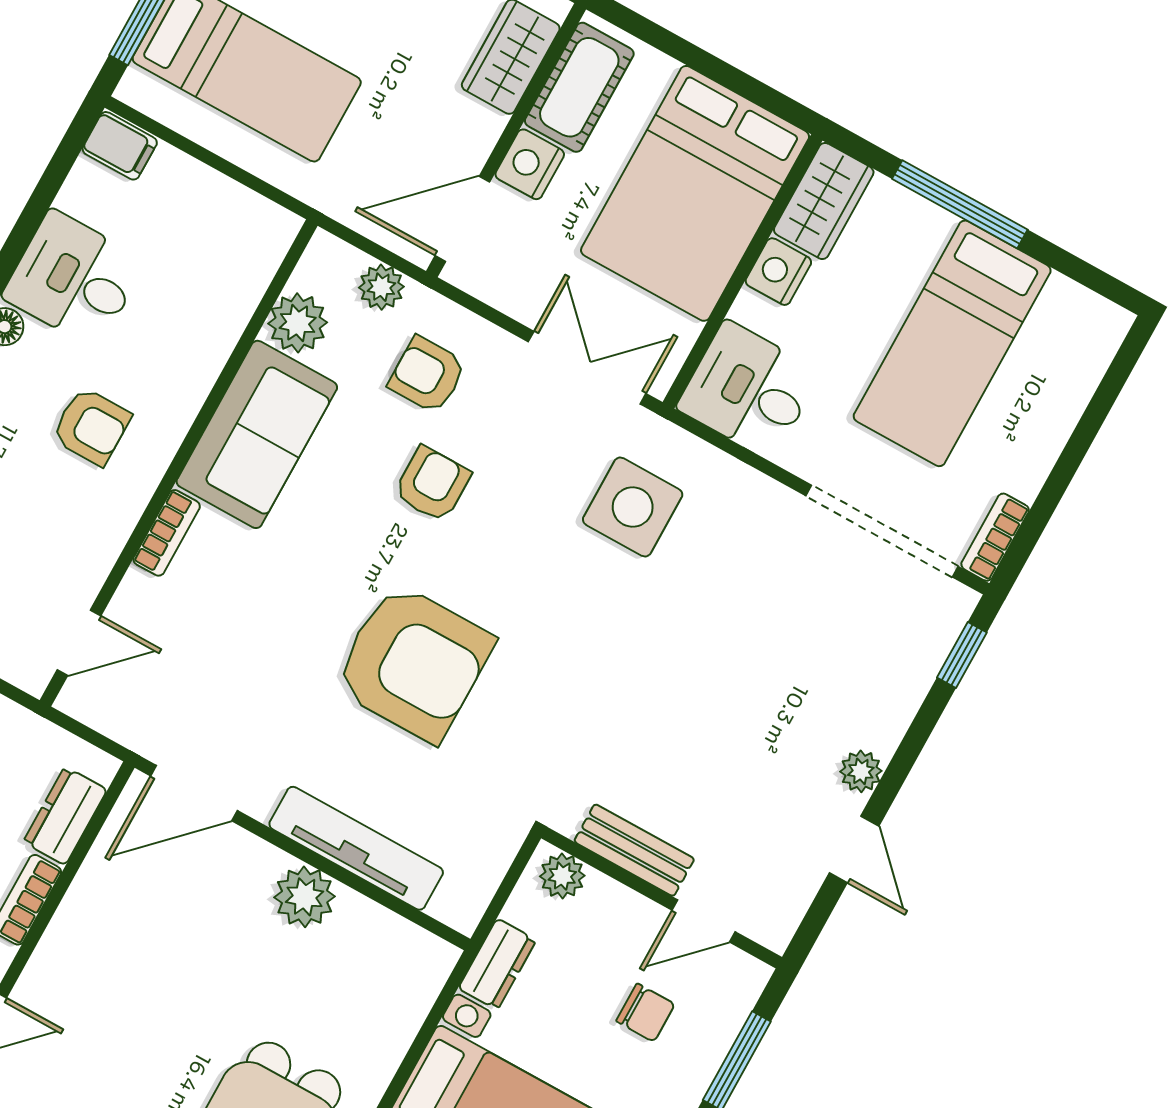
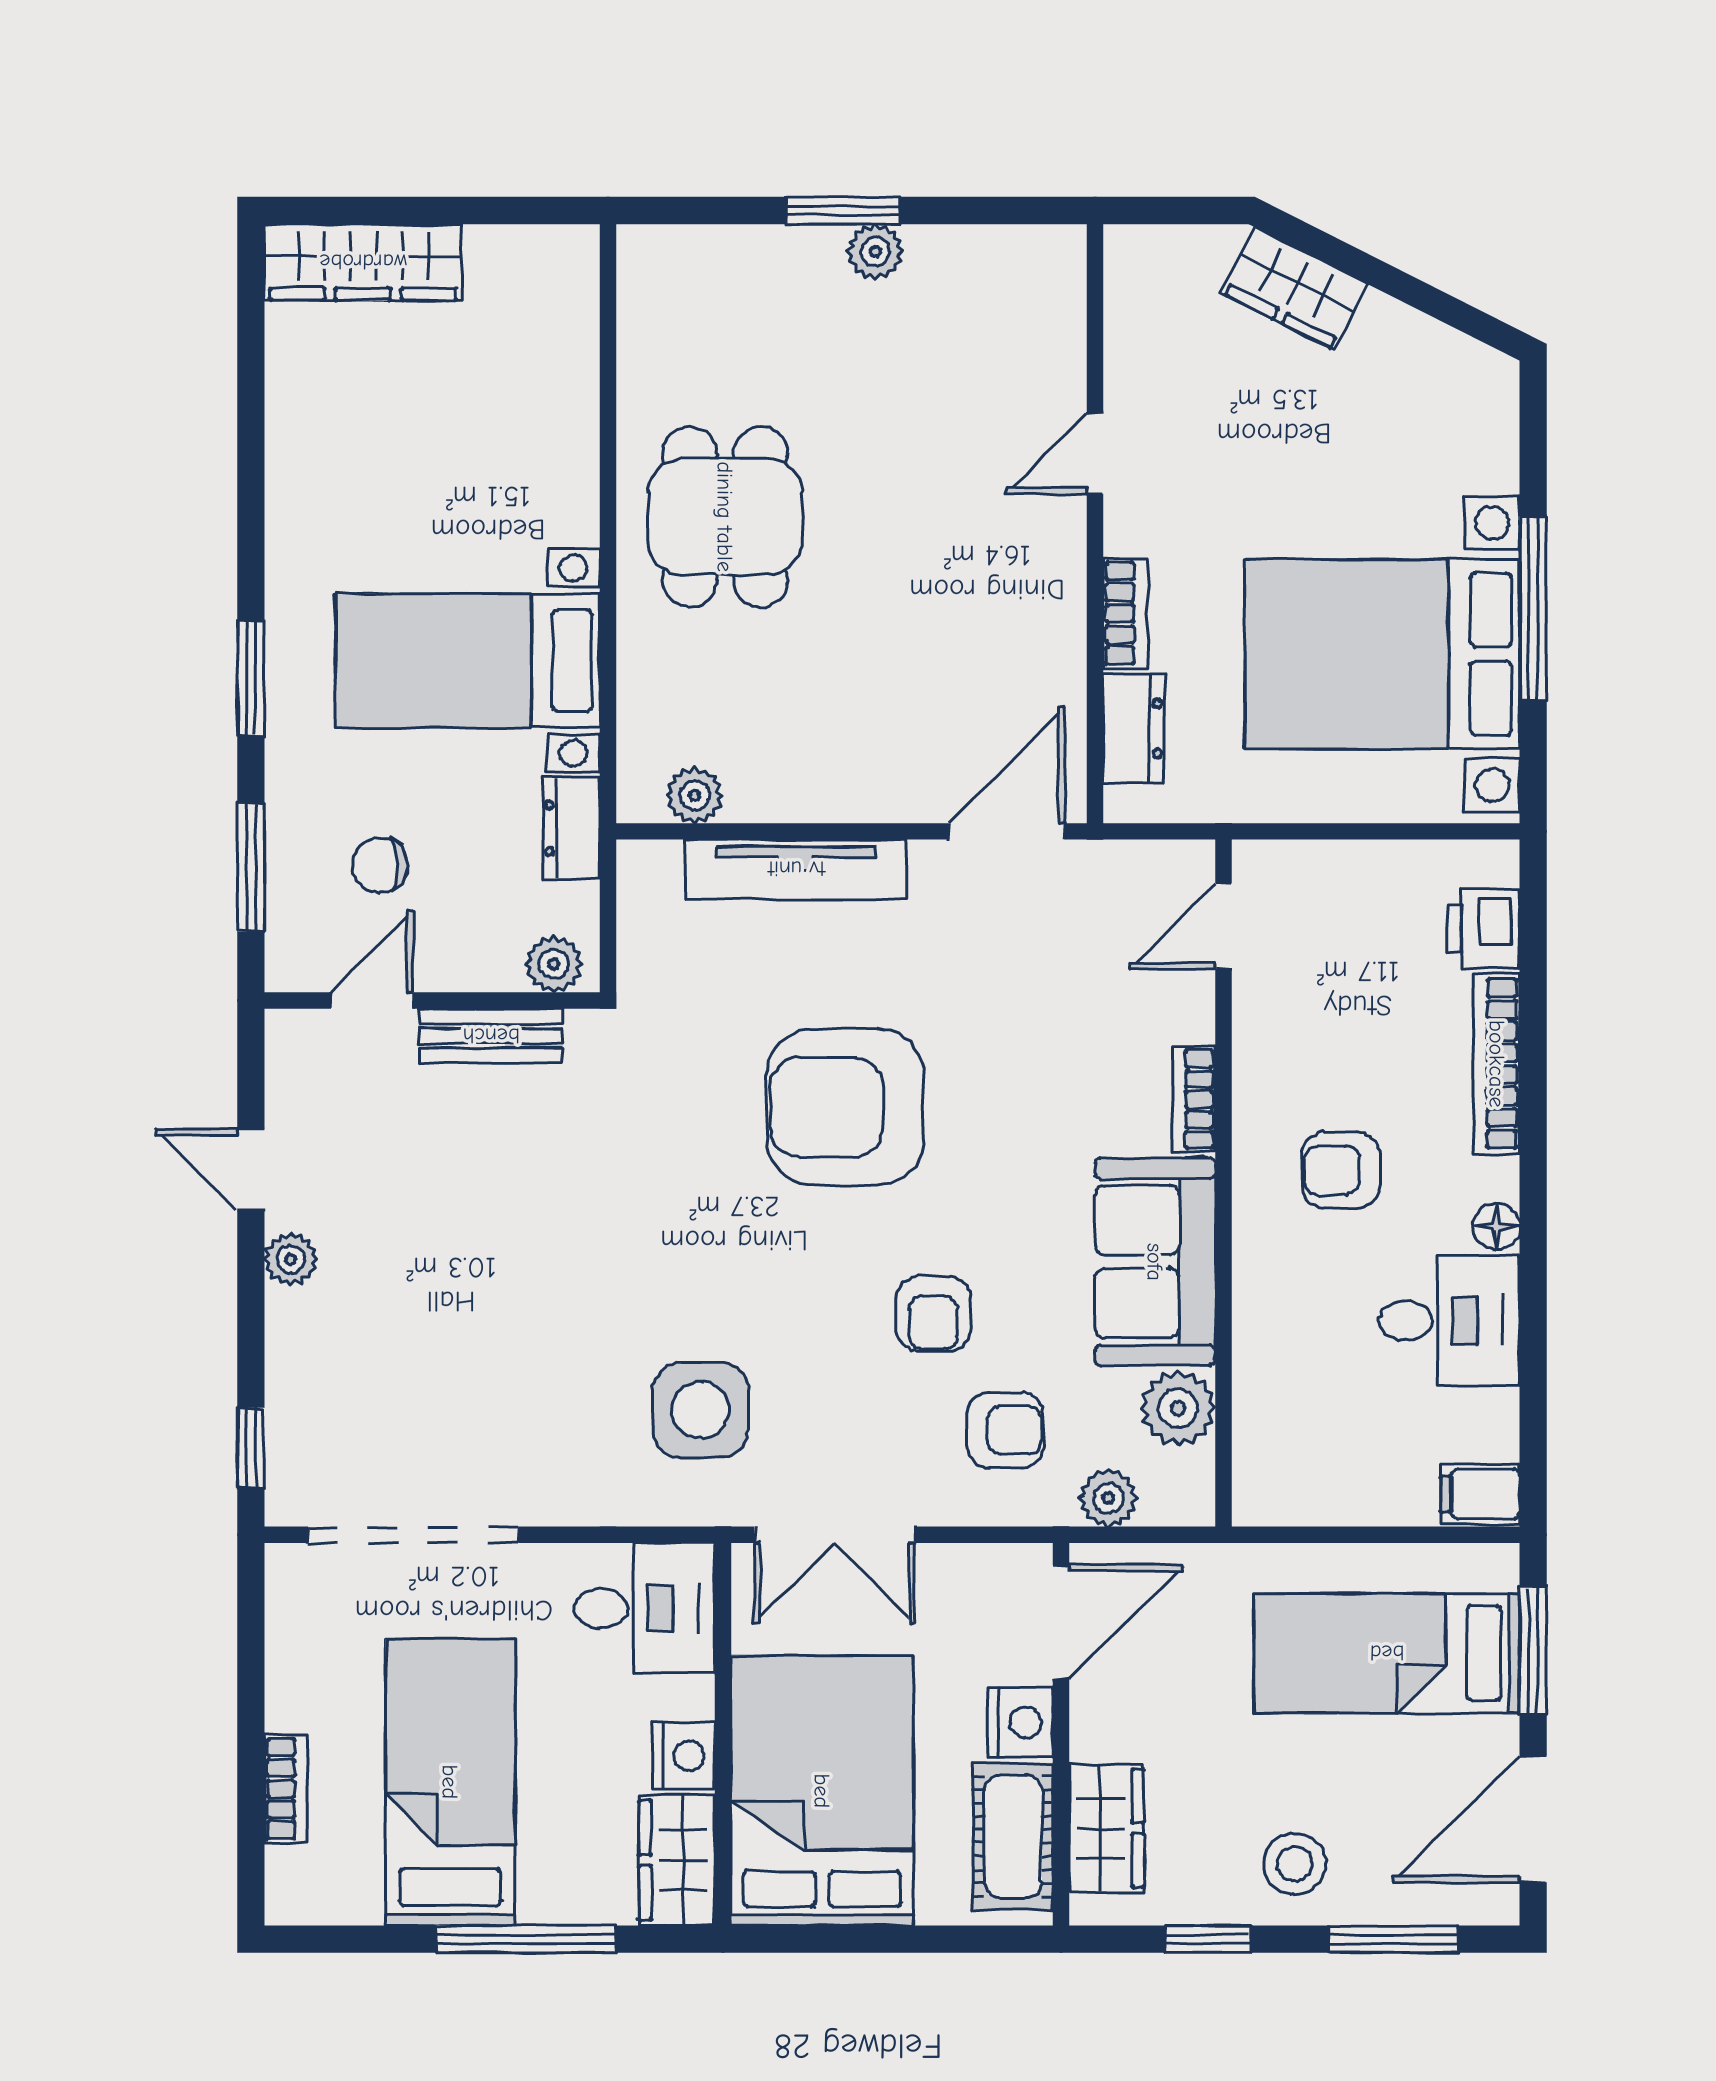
bookcase: (995, 537) -> (286, 1789), moved
plant: (305, 897) -> (695, 795), moved, width x0.73, depth x0.73

